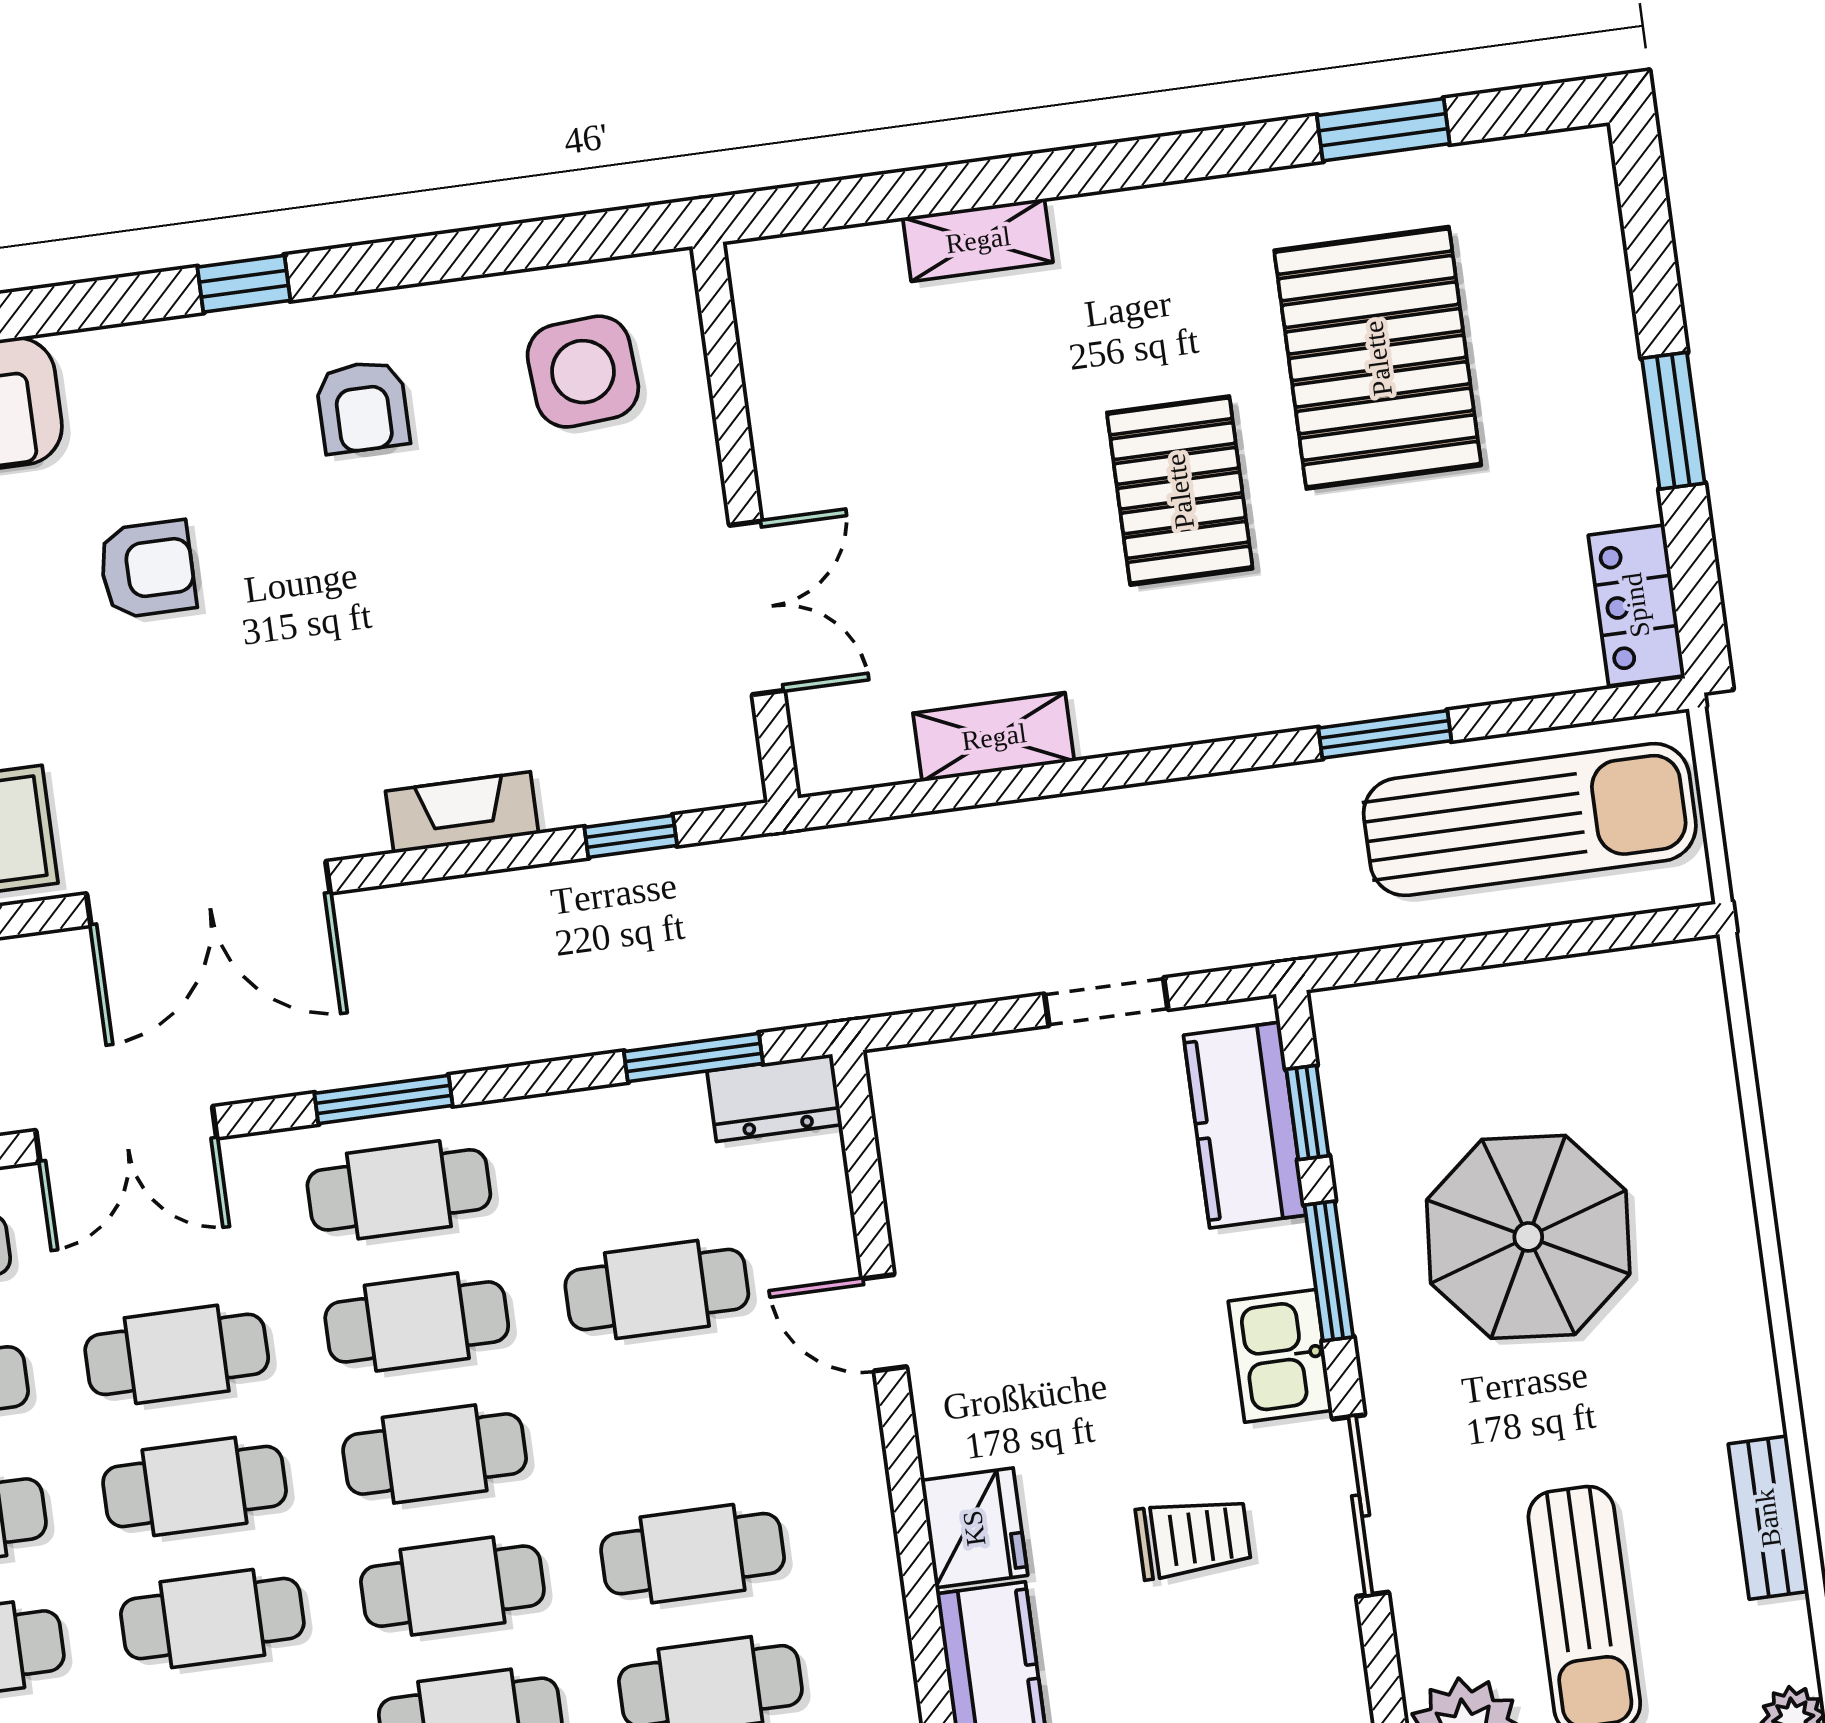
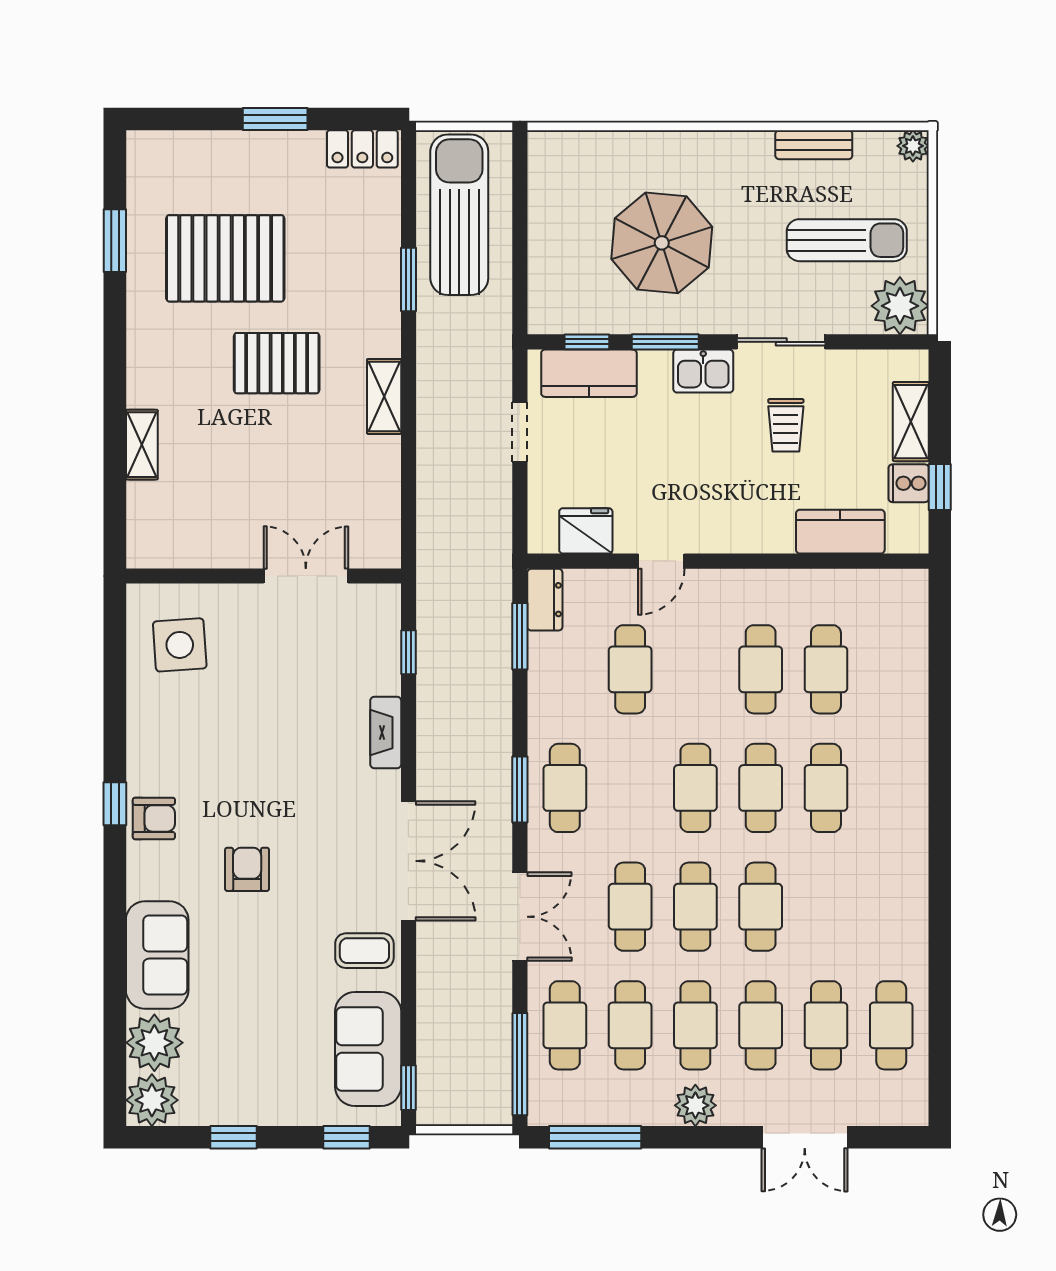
armchair: (363, 407) -> (154, 818), moved
shelving: (994, 737) -> (384, 396), moved
cafe table: (417, 1322) -> (630, 788), removed
fridge: (974, 1528) -> (586, 531), moved
trolley: (1193, 1538) -> (786, 425), turned 180

